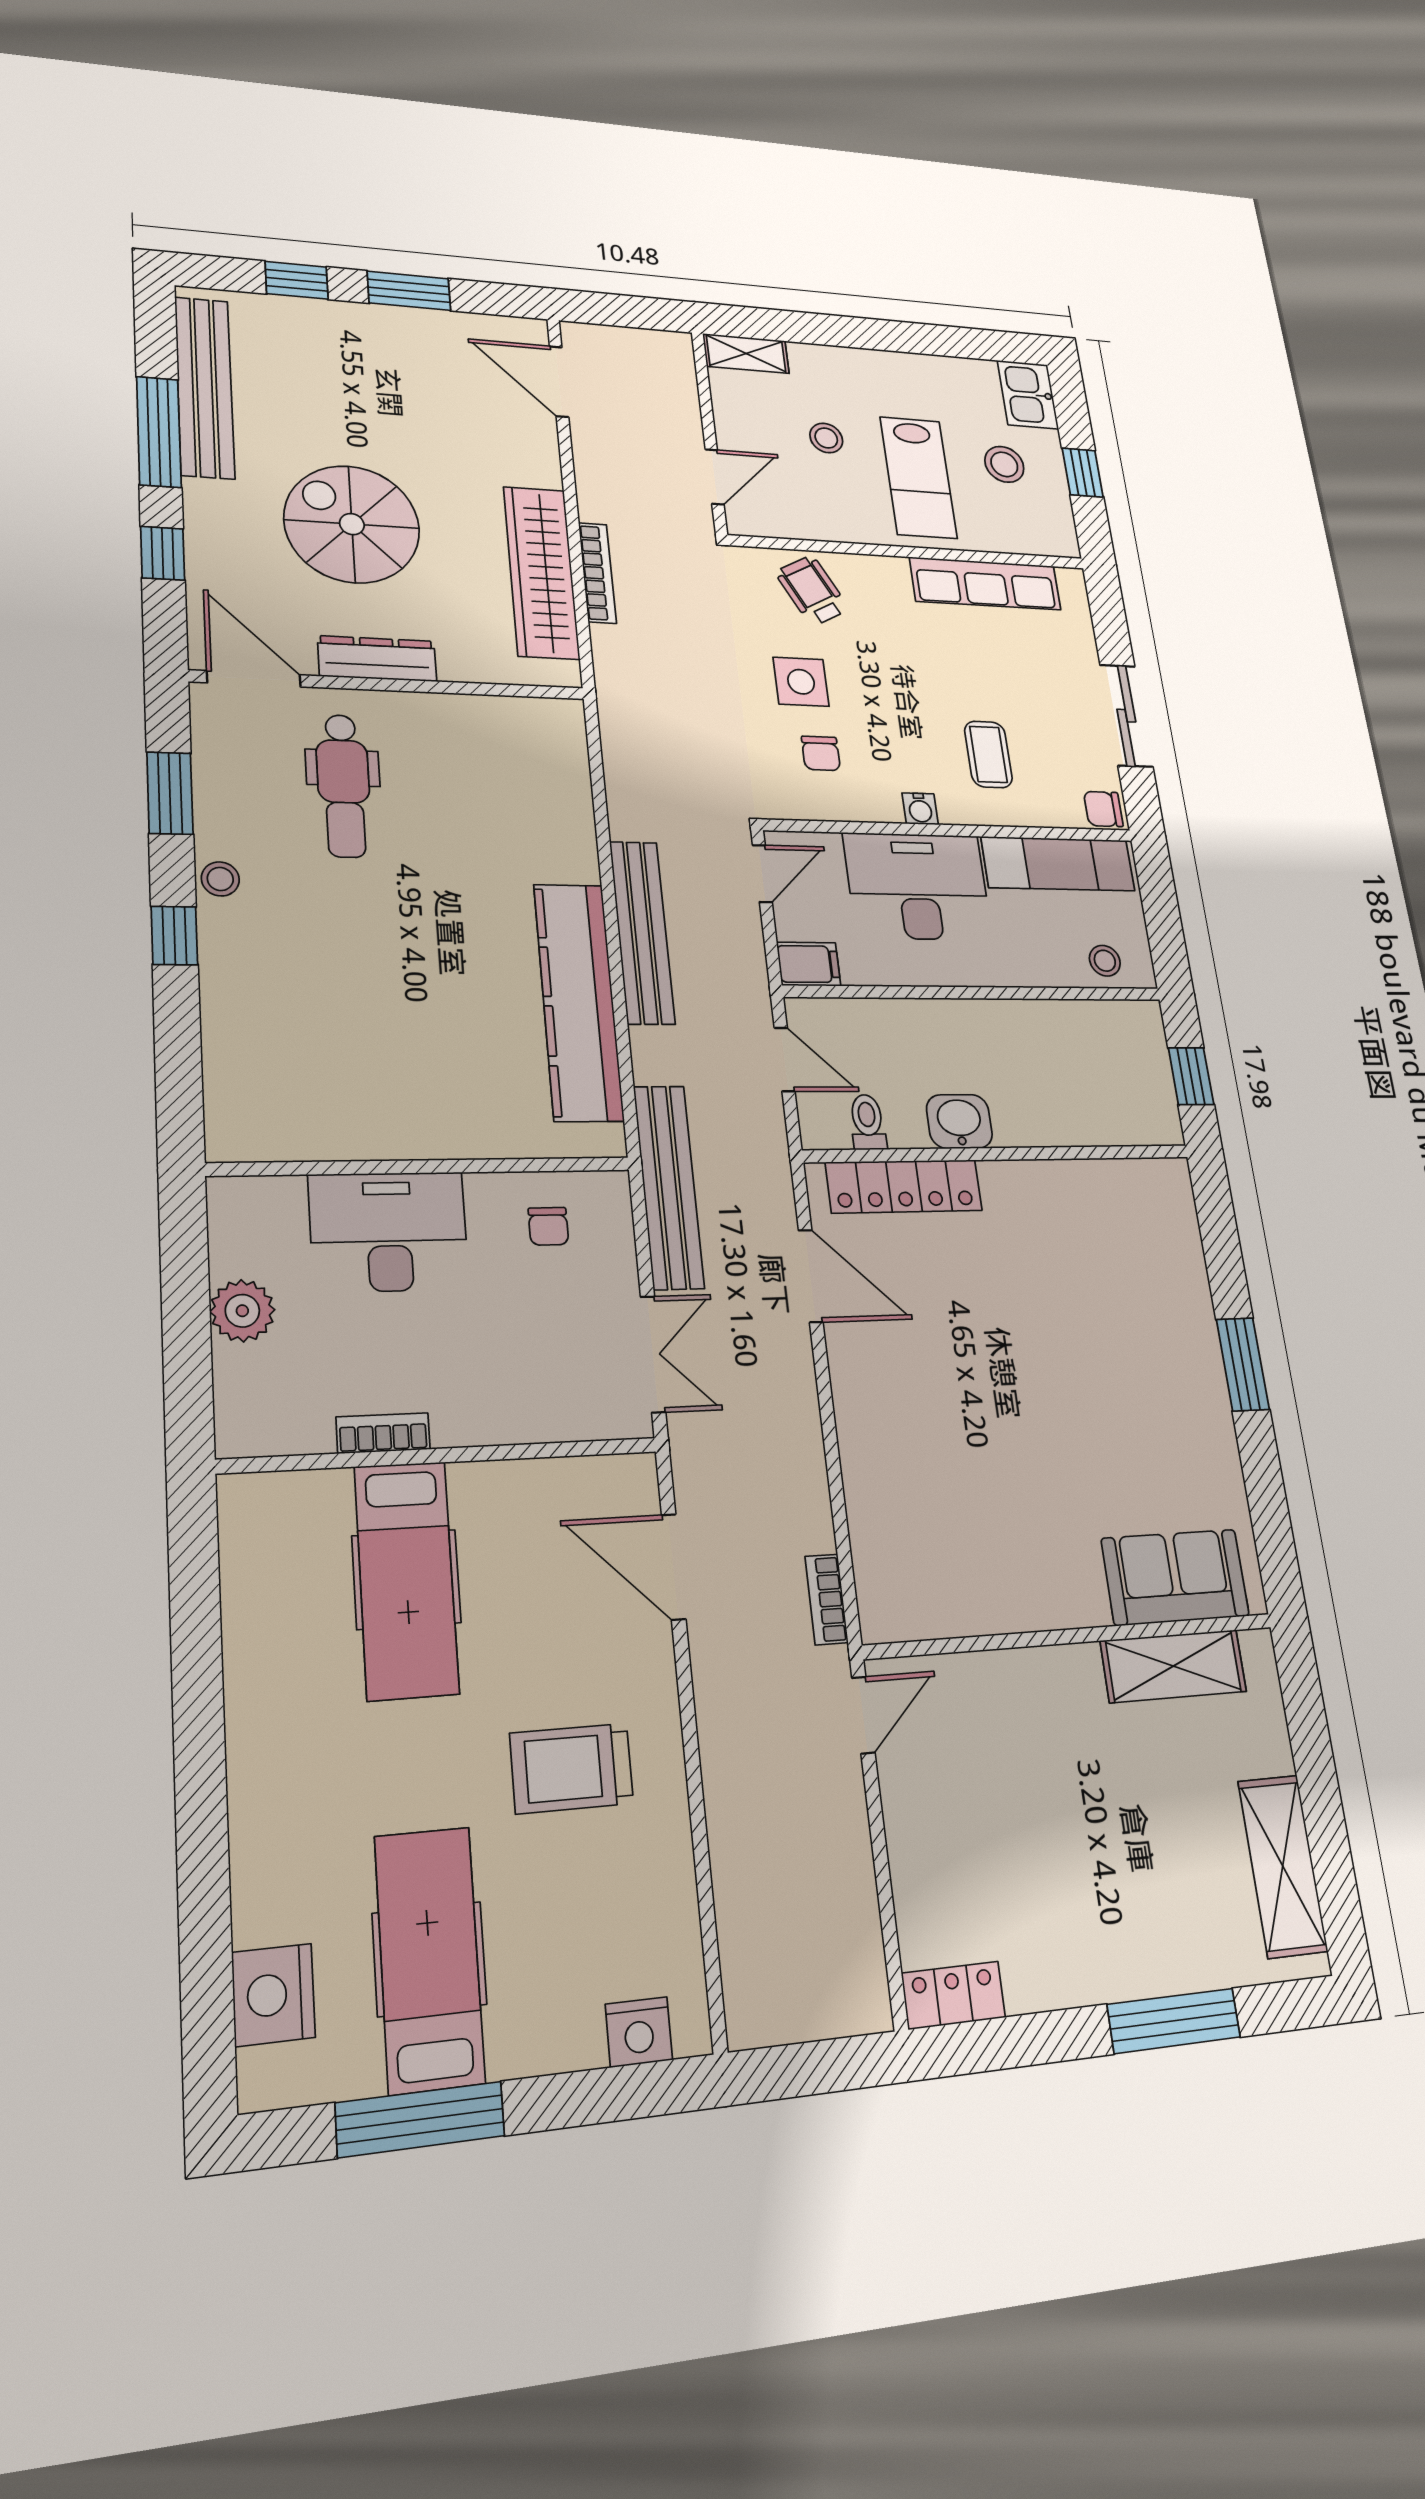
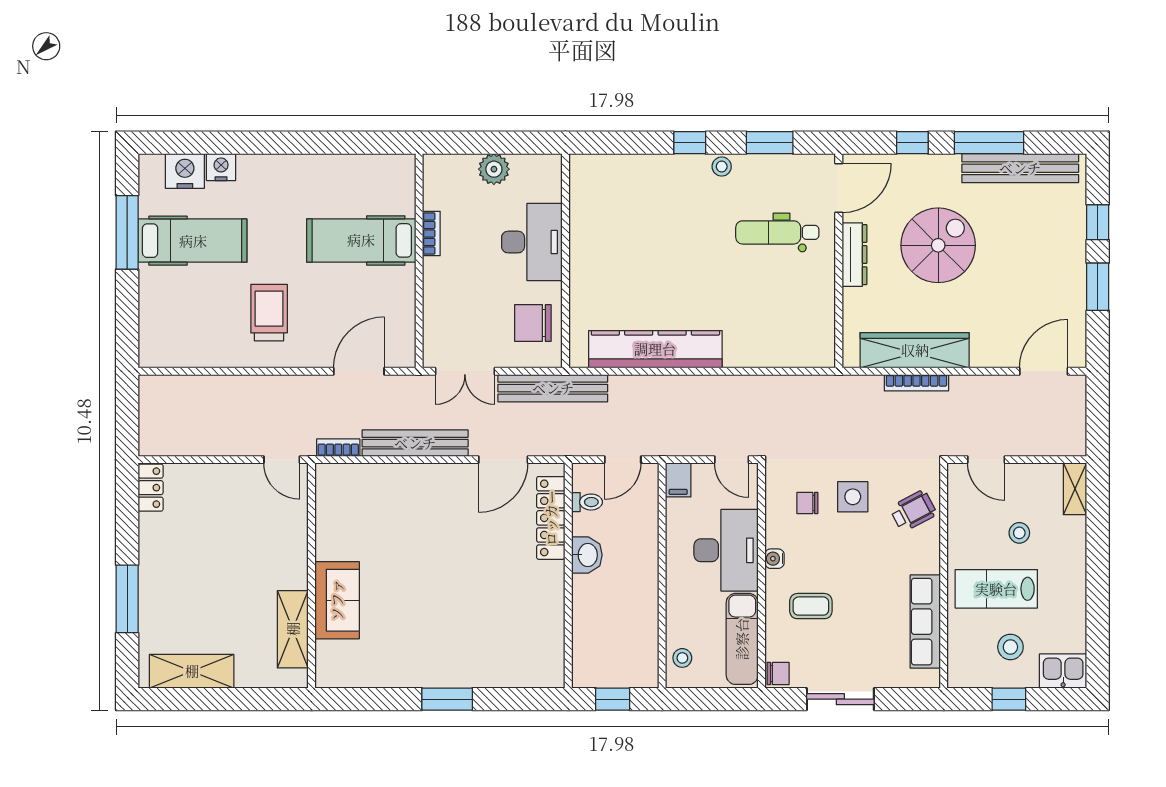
chair: (1103, 809) -> (778, 674), turned 90
bench: (642, 932) -> (415, 443), moved
chair: (548, 1226) -> (533, 323), width x1.87, depth x1.87
sofa: (1175, 1577) -> (337, 600), moved
nightstand: (639, 2032) -> (221, 167), moved, turned 90

